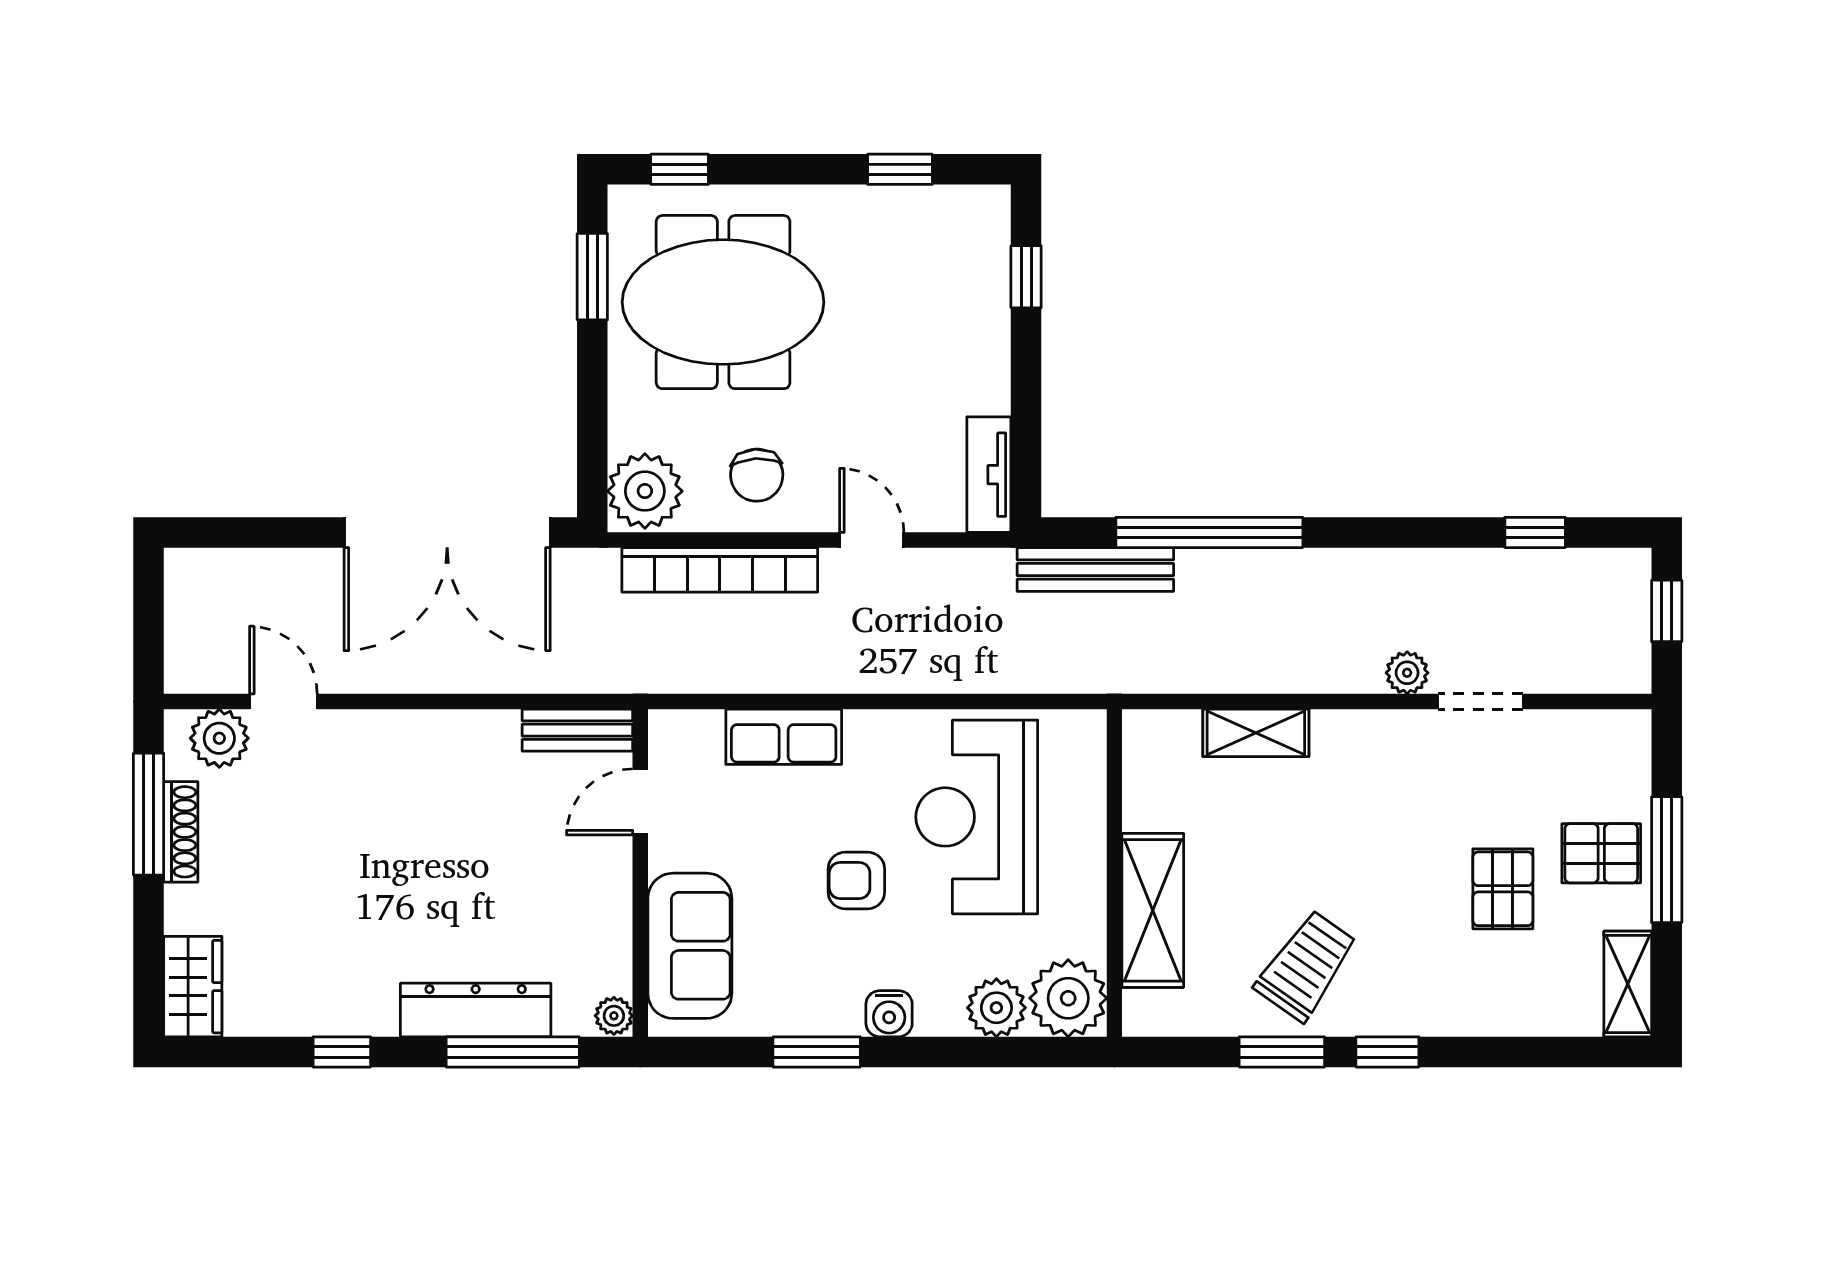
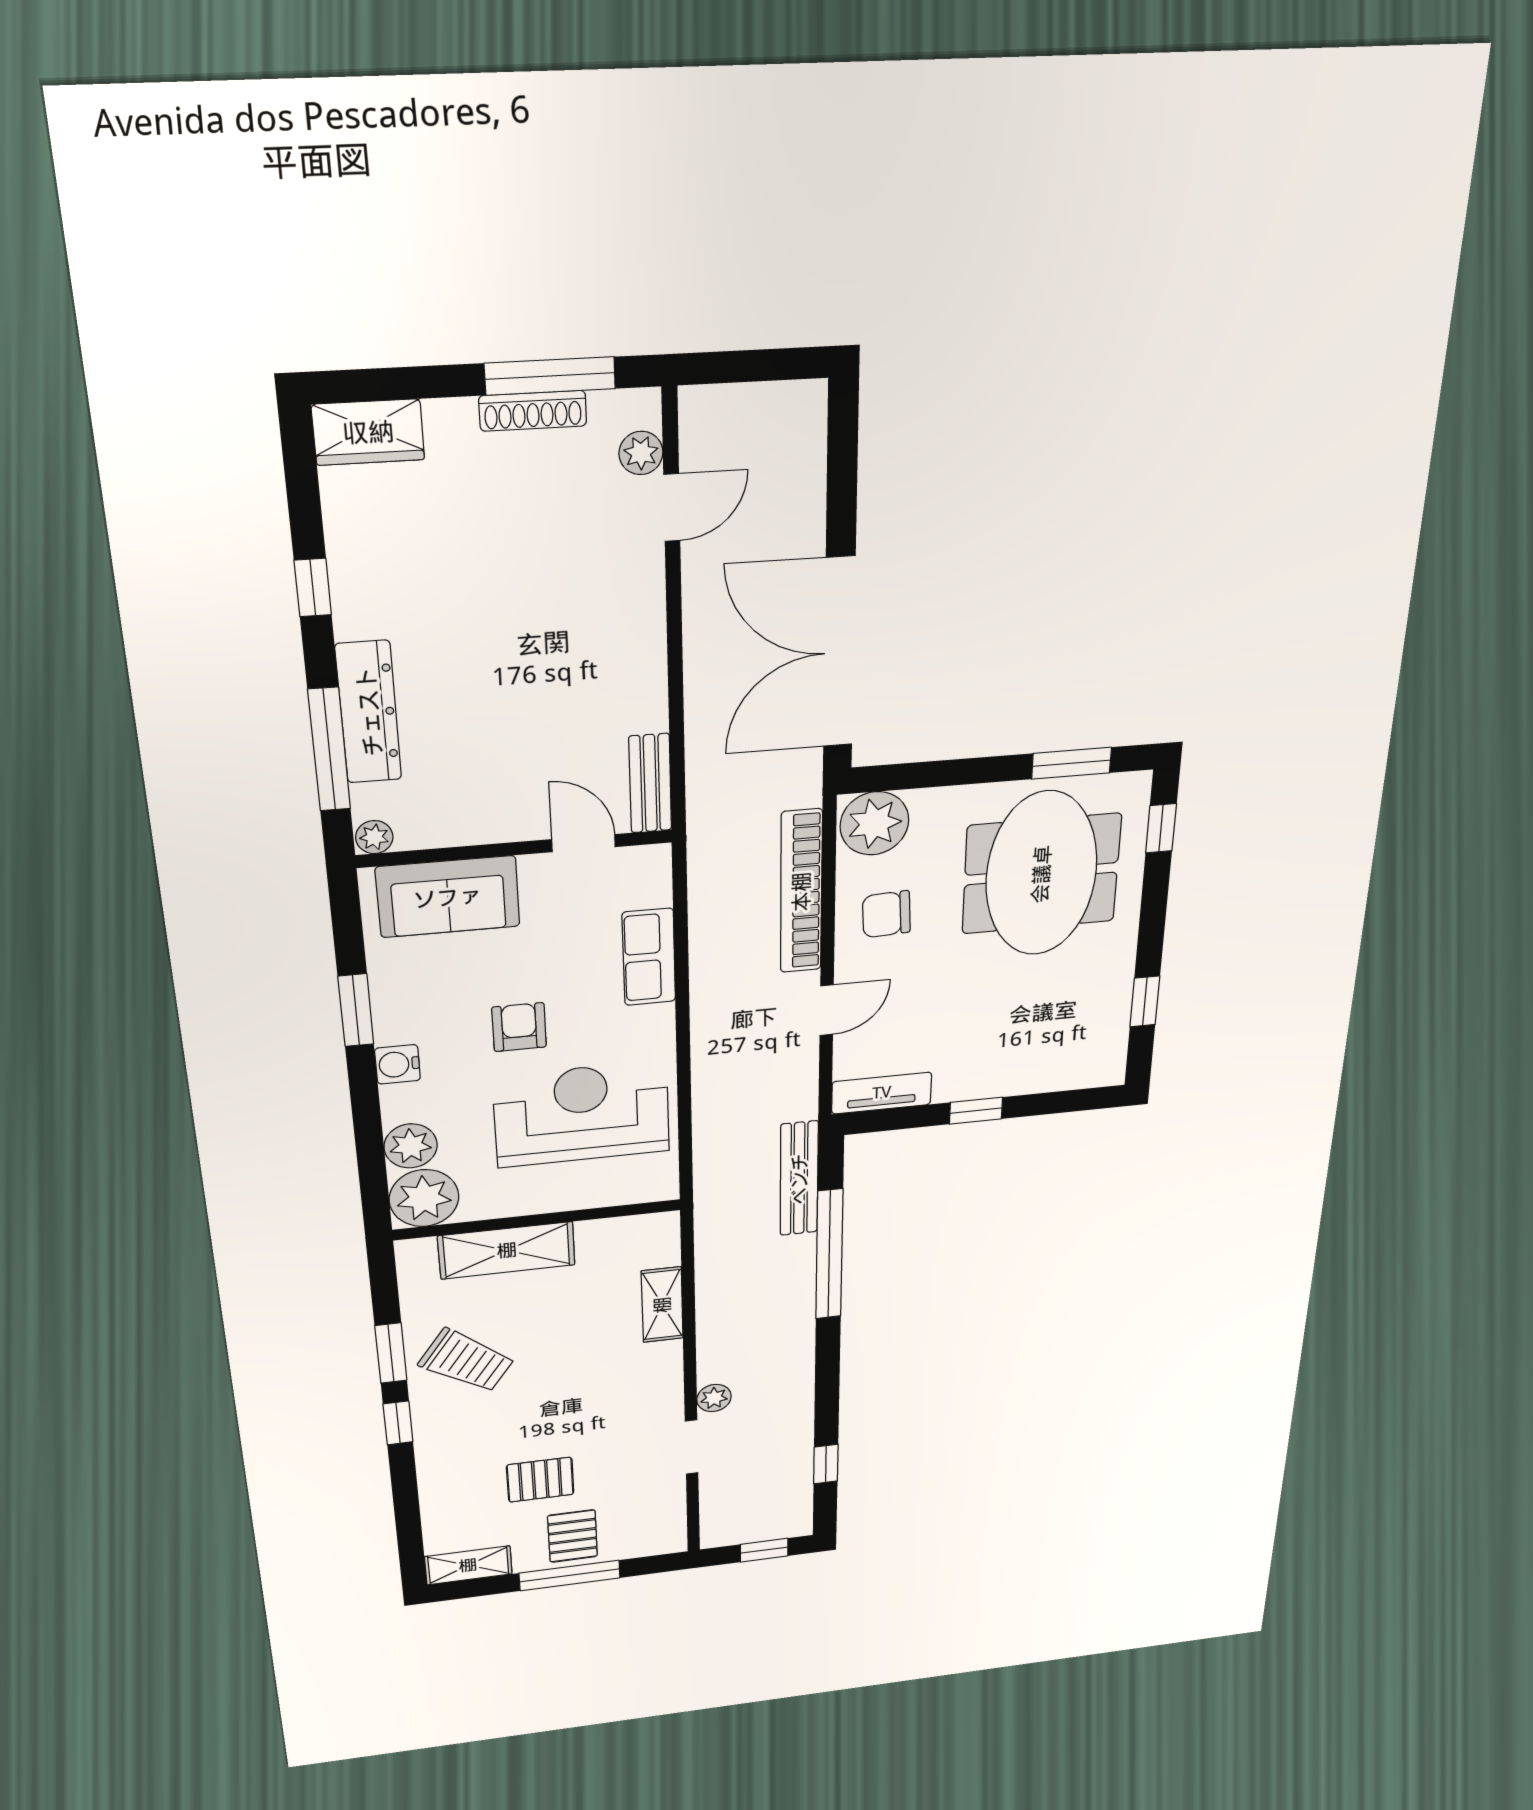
window: (1026, 277) -> (976, 1111), moved
plant: (219, 738) -> (641, 453), width x0.73, depth x0.73

